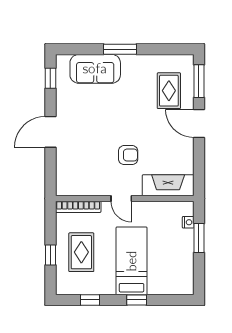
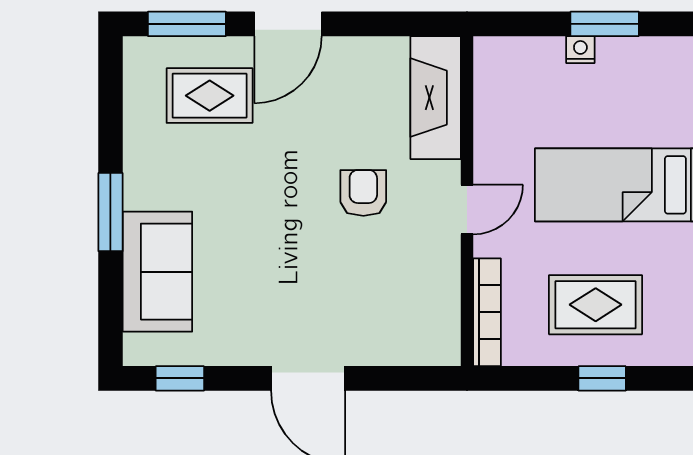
nightstand: (188, 222) -> (580, 50), moved
window: (199, 238) -> (605, 24), moved

